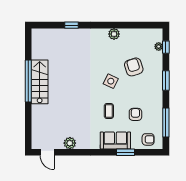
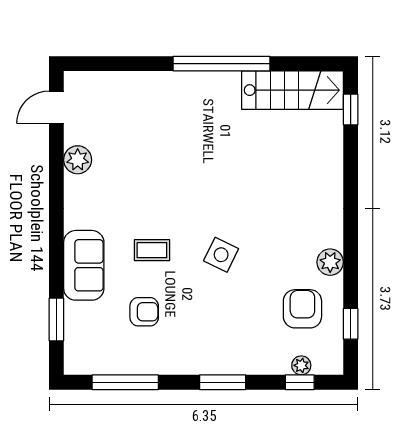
window: (71, 25) -> (351, 109), moved
window: (141, 25) -> (351, 324), added
armchair: (134, 67) -> (302, 309), moved, turned -72
stairs: (40, 82) -> (292, 90), moved
armchair: (148, 139) -> (86, 341), removed
window: (125, 152) -> (56, 319), moved

